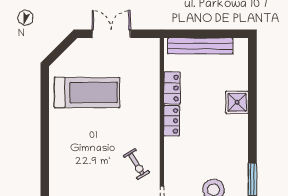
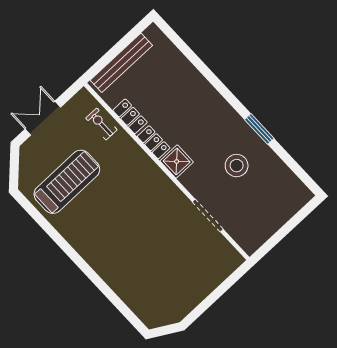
shower: (237, 102) -> (177, 161), moved
exercise bike: (136, 164) -> (101, 124), moved, turned -149

